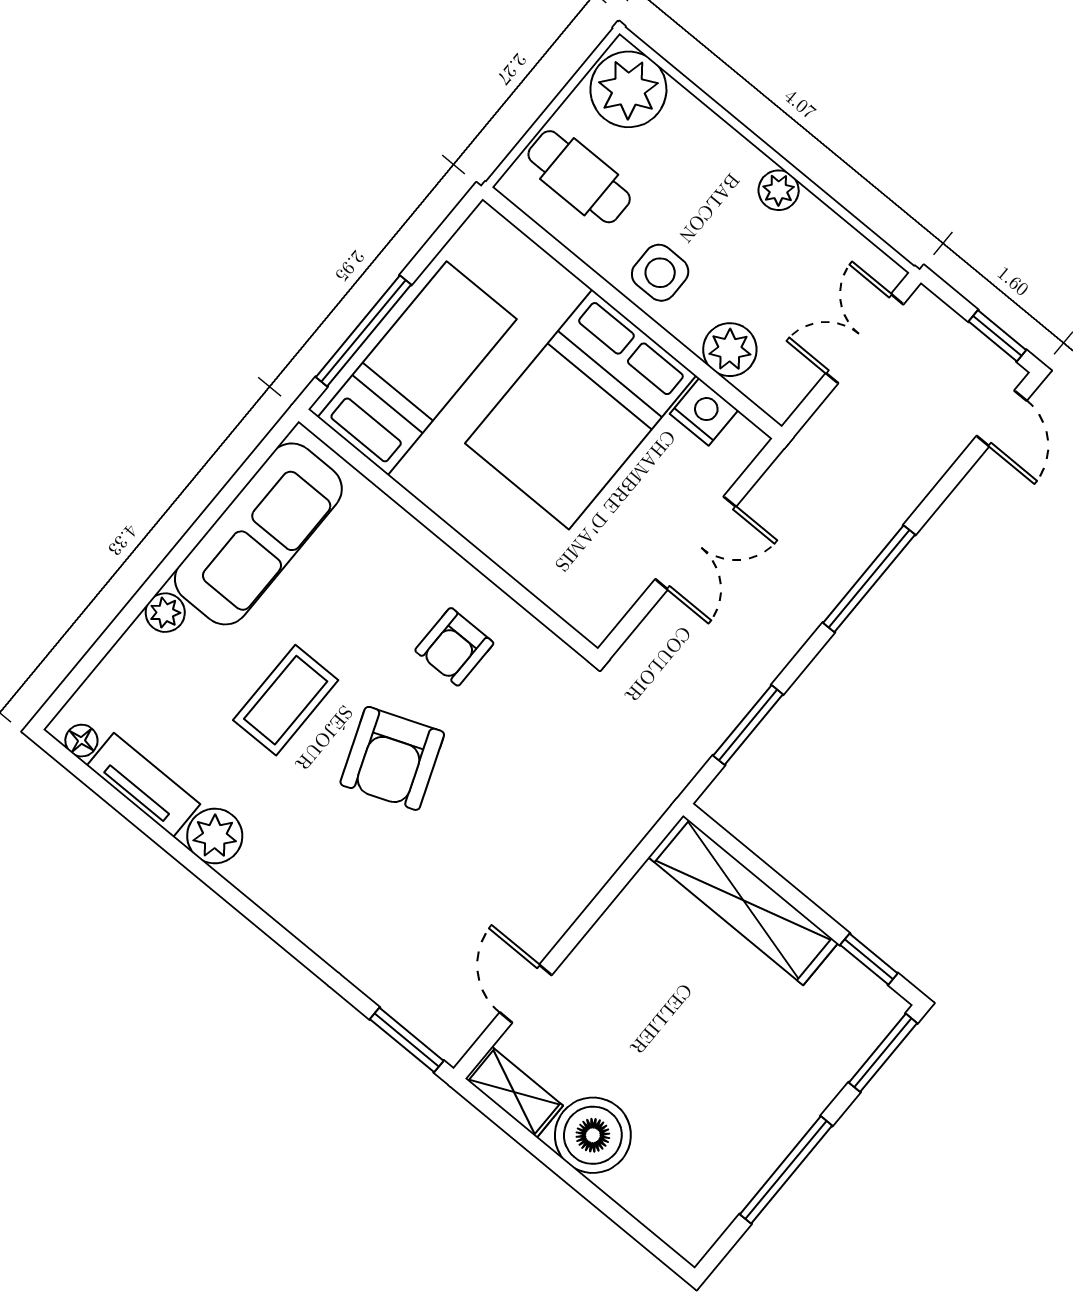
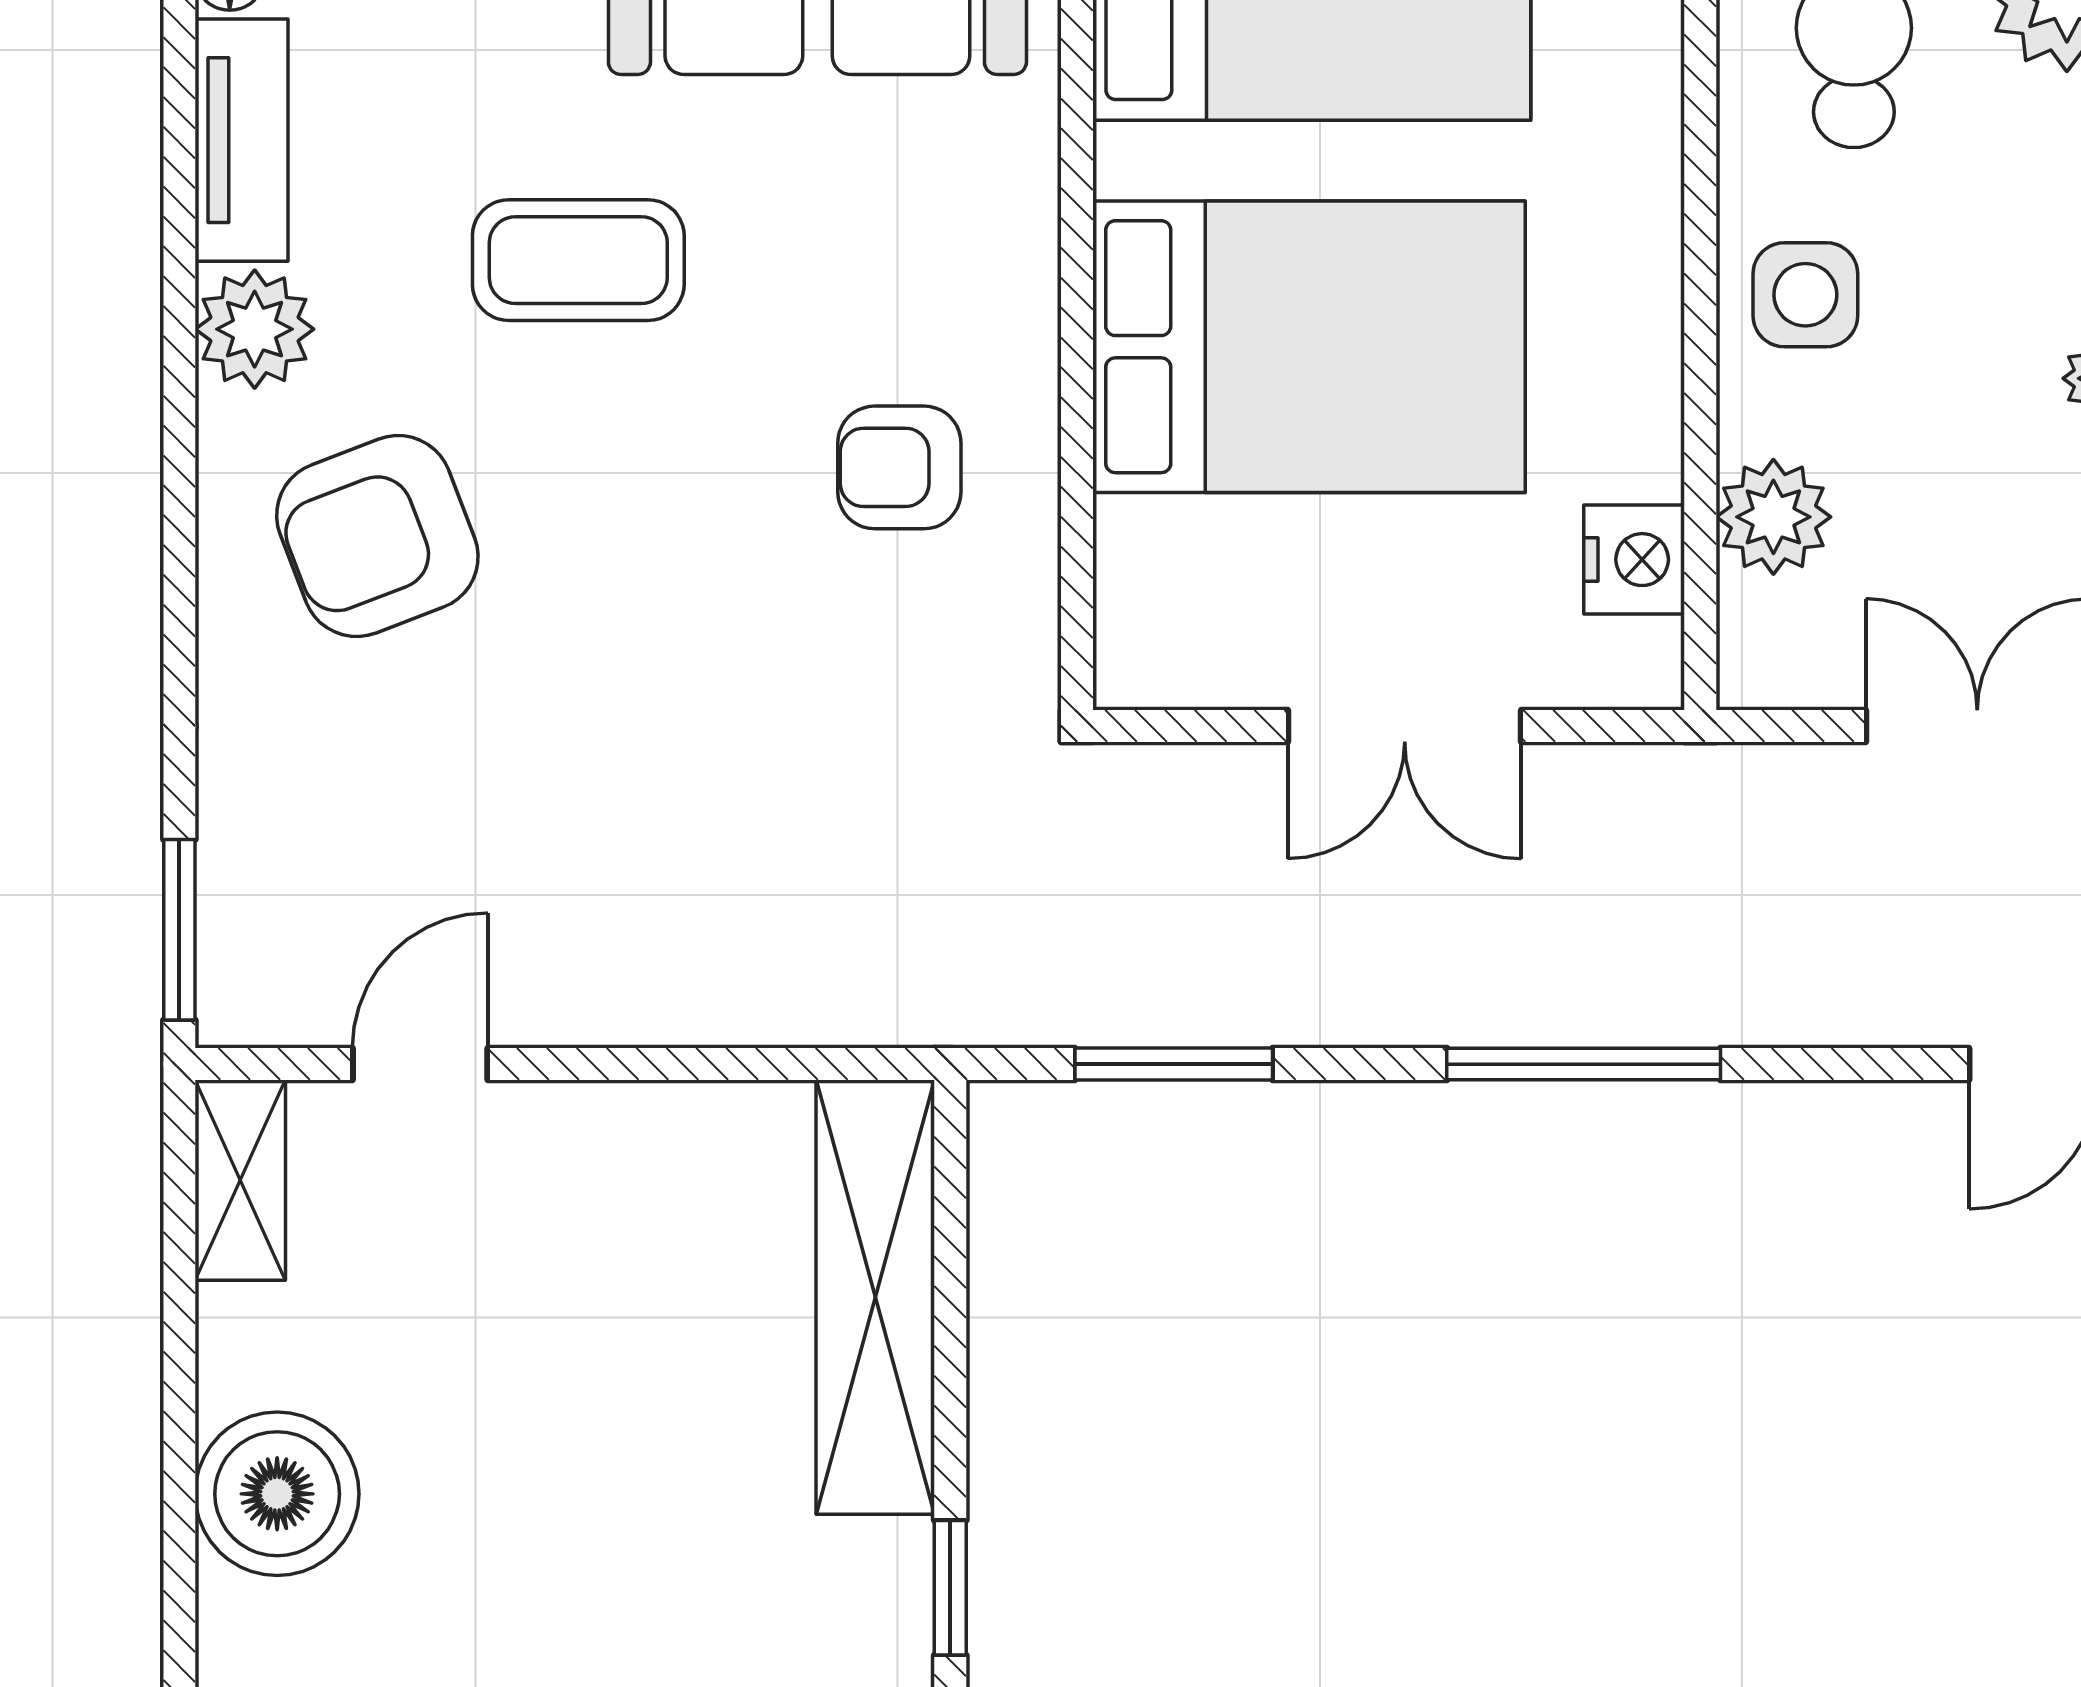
bed: (581, 409) -> (1309, 347), moved, turned 180
armchair: (392, 758) -> (377, 536), moved
boiler: (593, 1135) -> (277, 1494), moved

